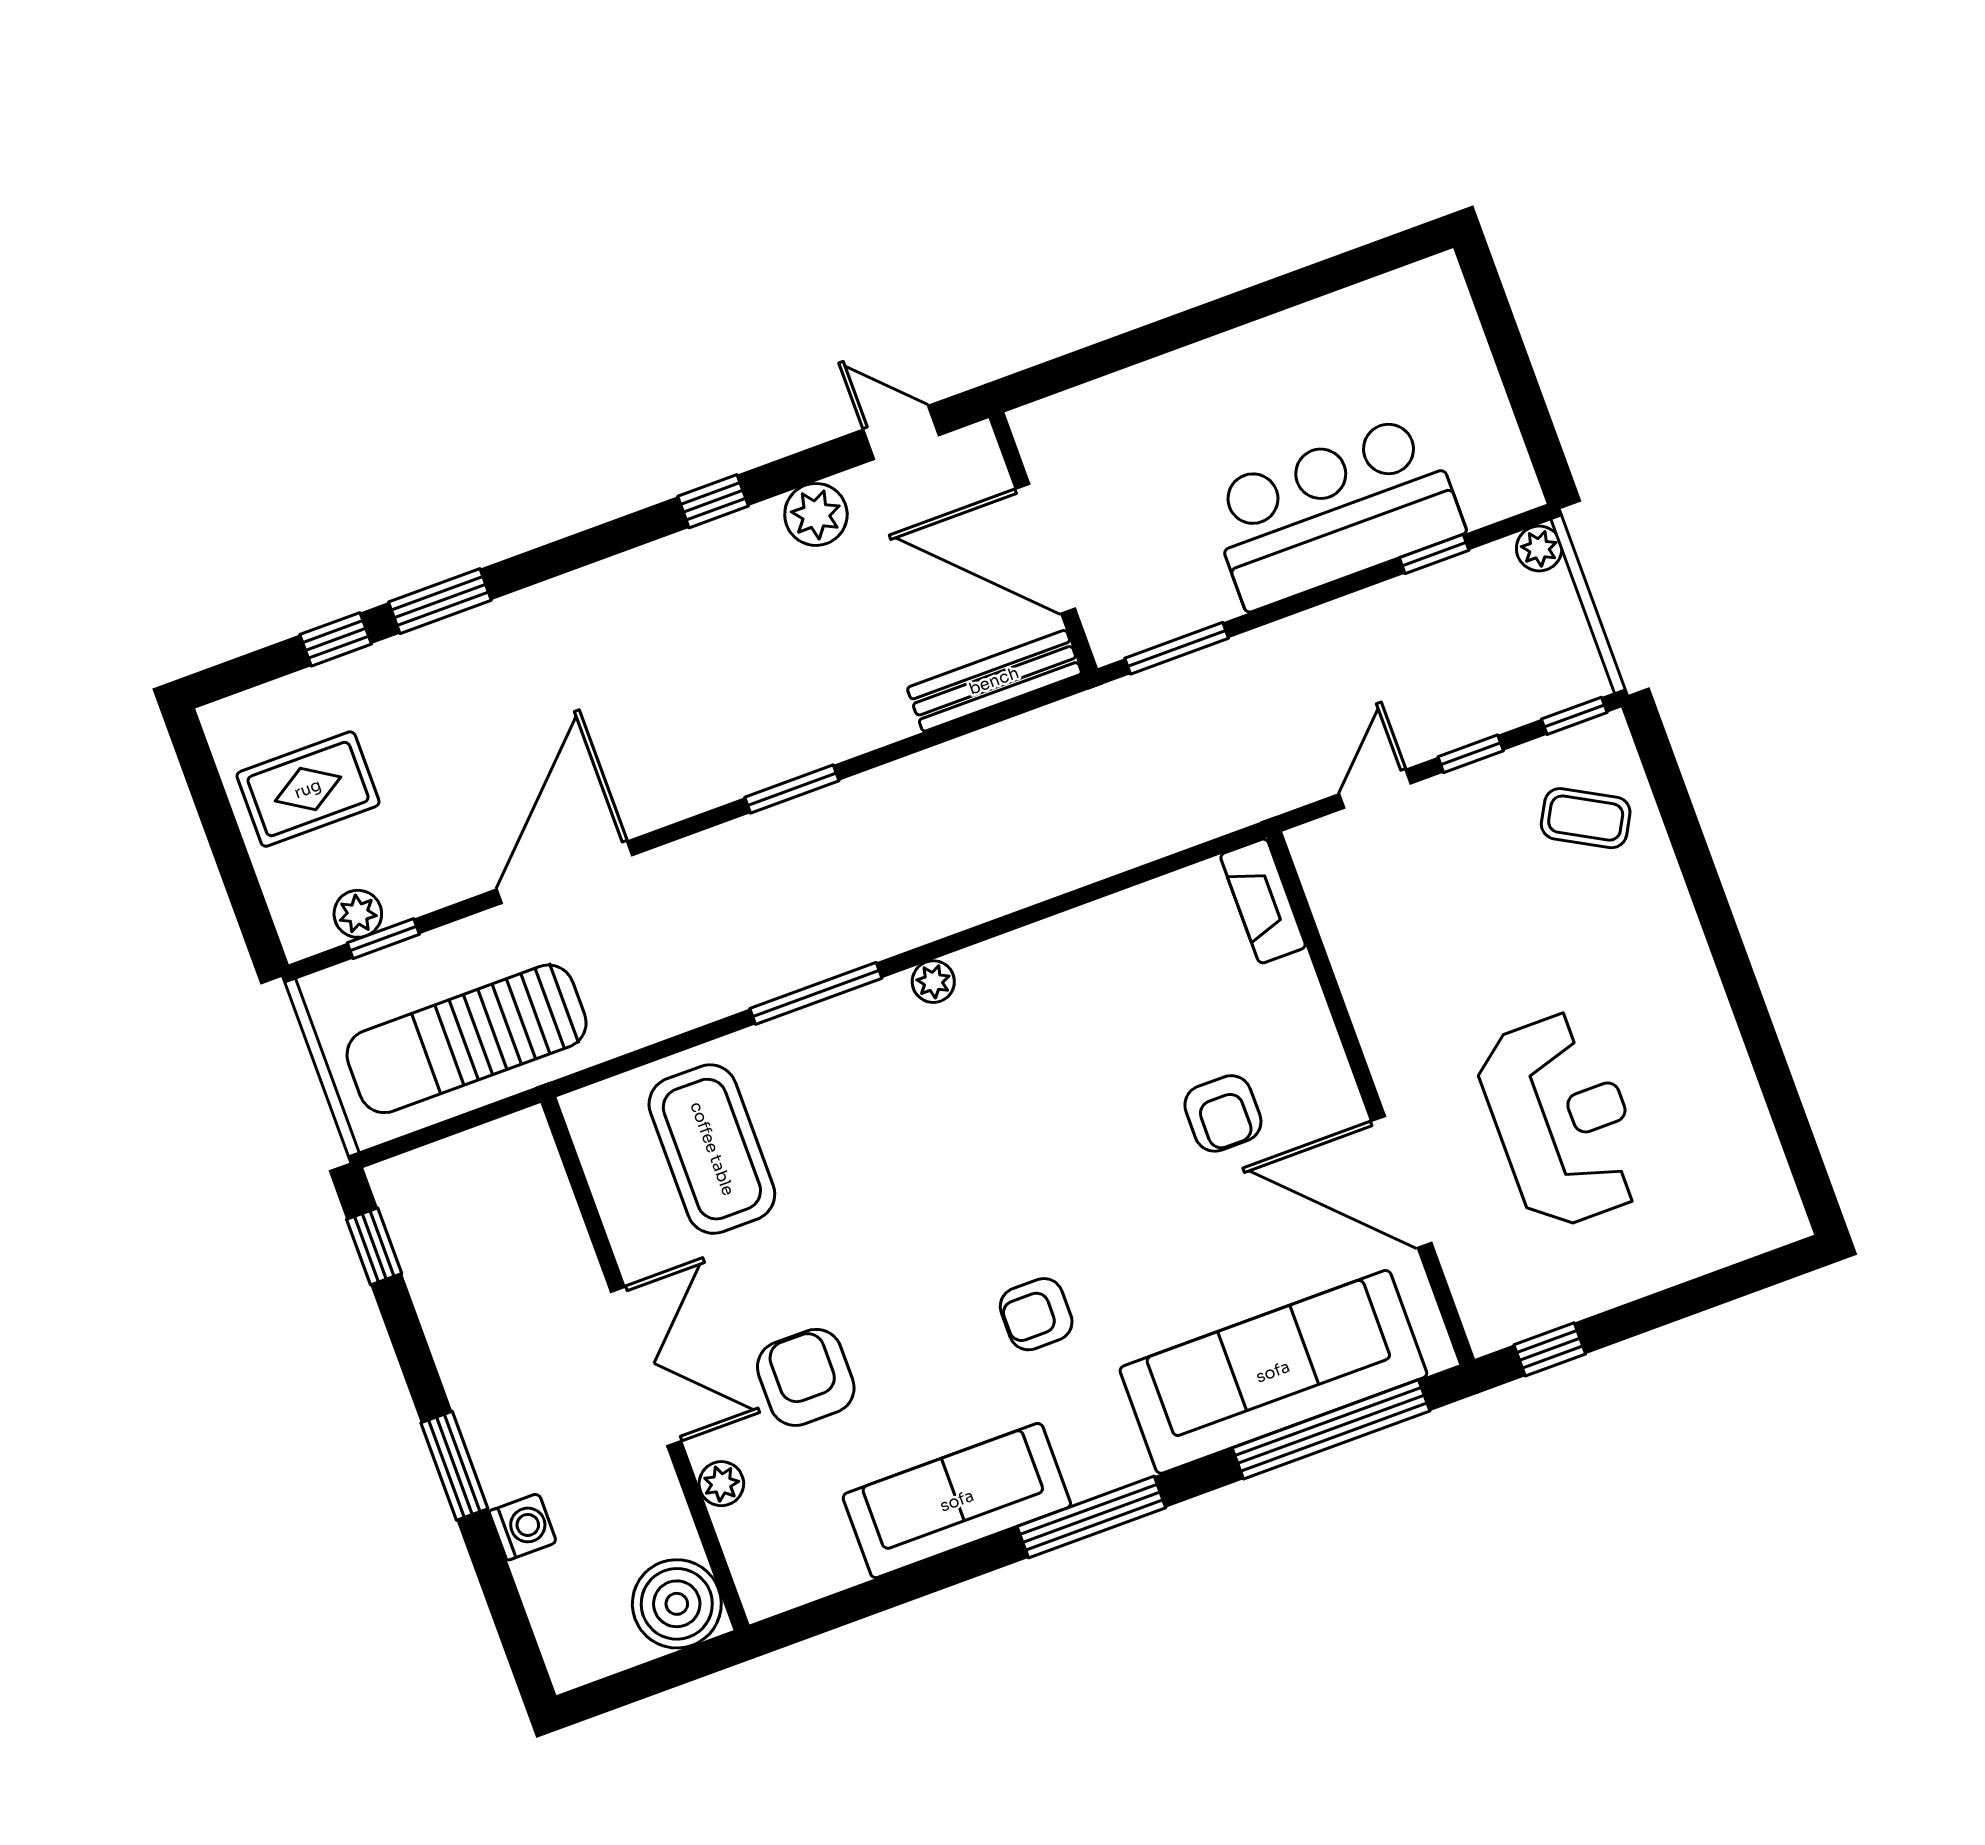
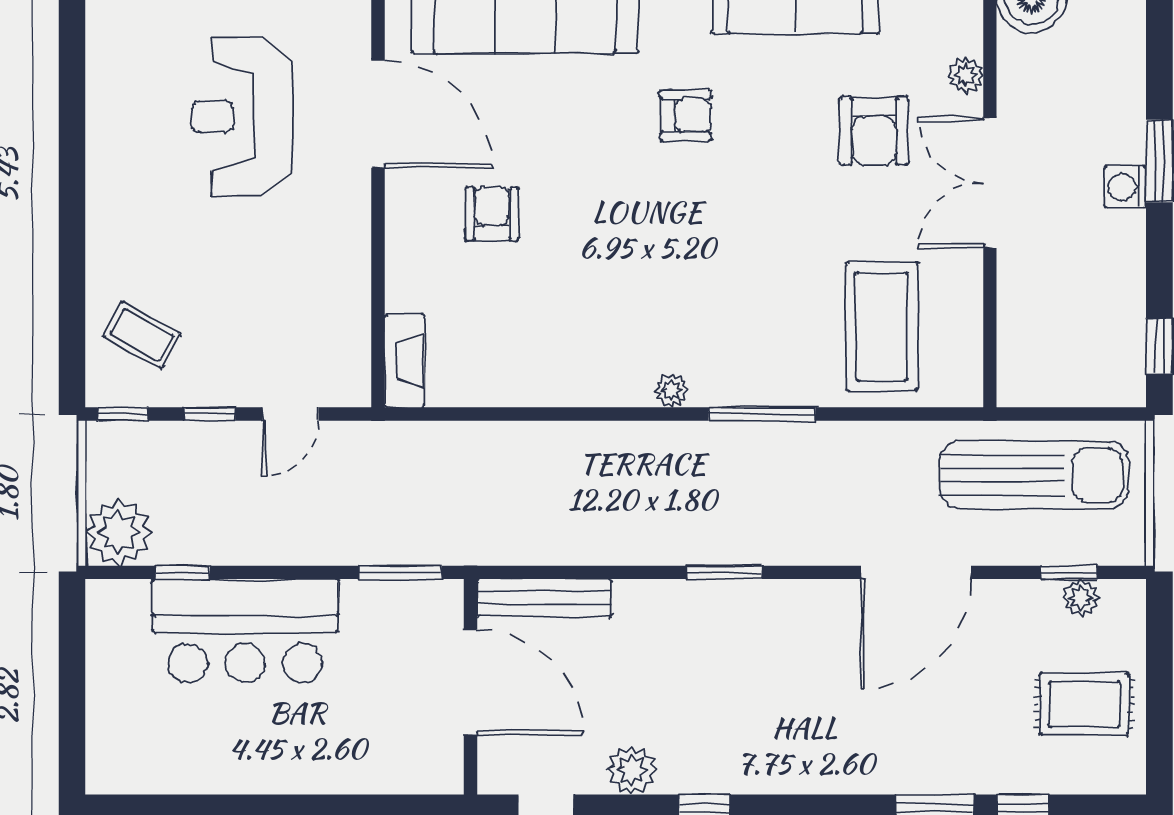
plant: (1539, 548) -> (119, 532), width x1.87, depth x1.87
washing machine: (523, 1527) -> (1125, 187), moved

